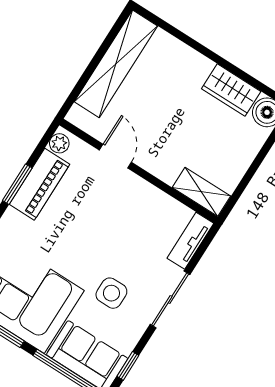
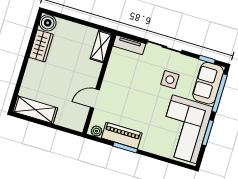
shelving: (116, 64) -> (35, 110), width x0.68

